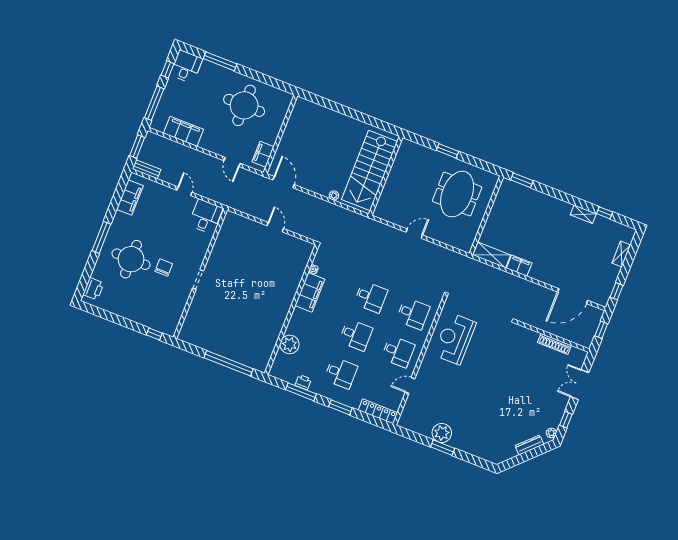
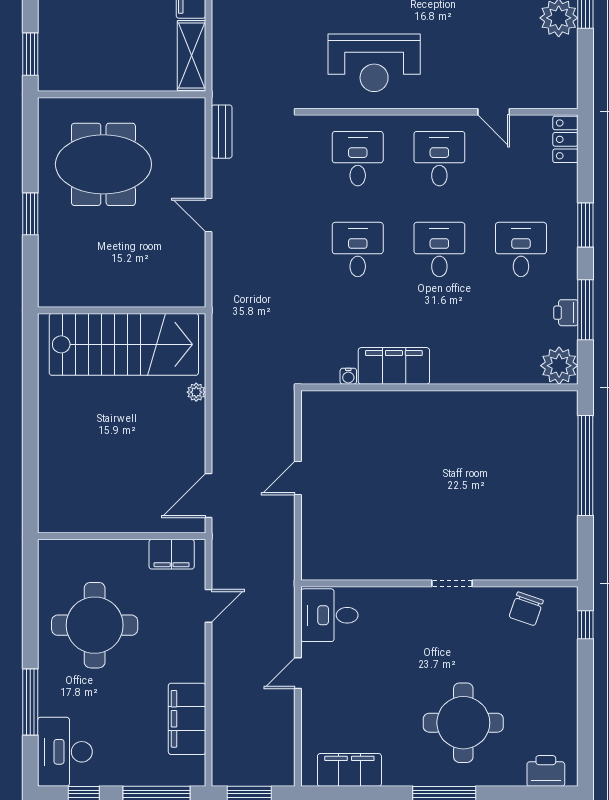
desk: (186, 67) -> (65, 752), width x1.37
bench: (147, 169) -> (222, 132), moved
chair: (164, 267) -> (526, 609), moved, turned -71
plant: (290, 344) -> (559, 366), moved
locker: (378, 411) -> (565, 139), width x0.66

